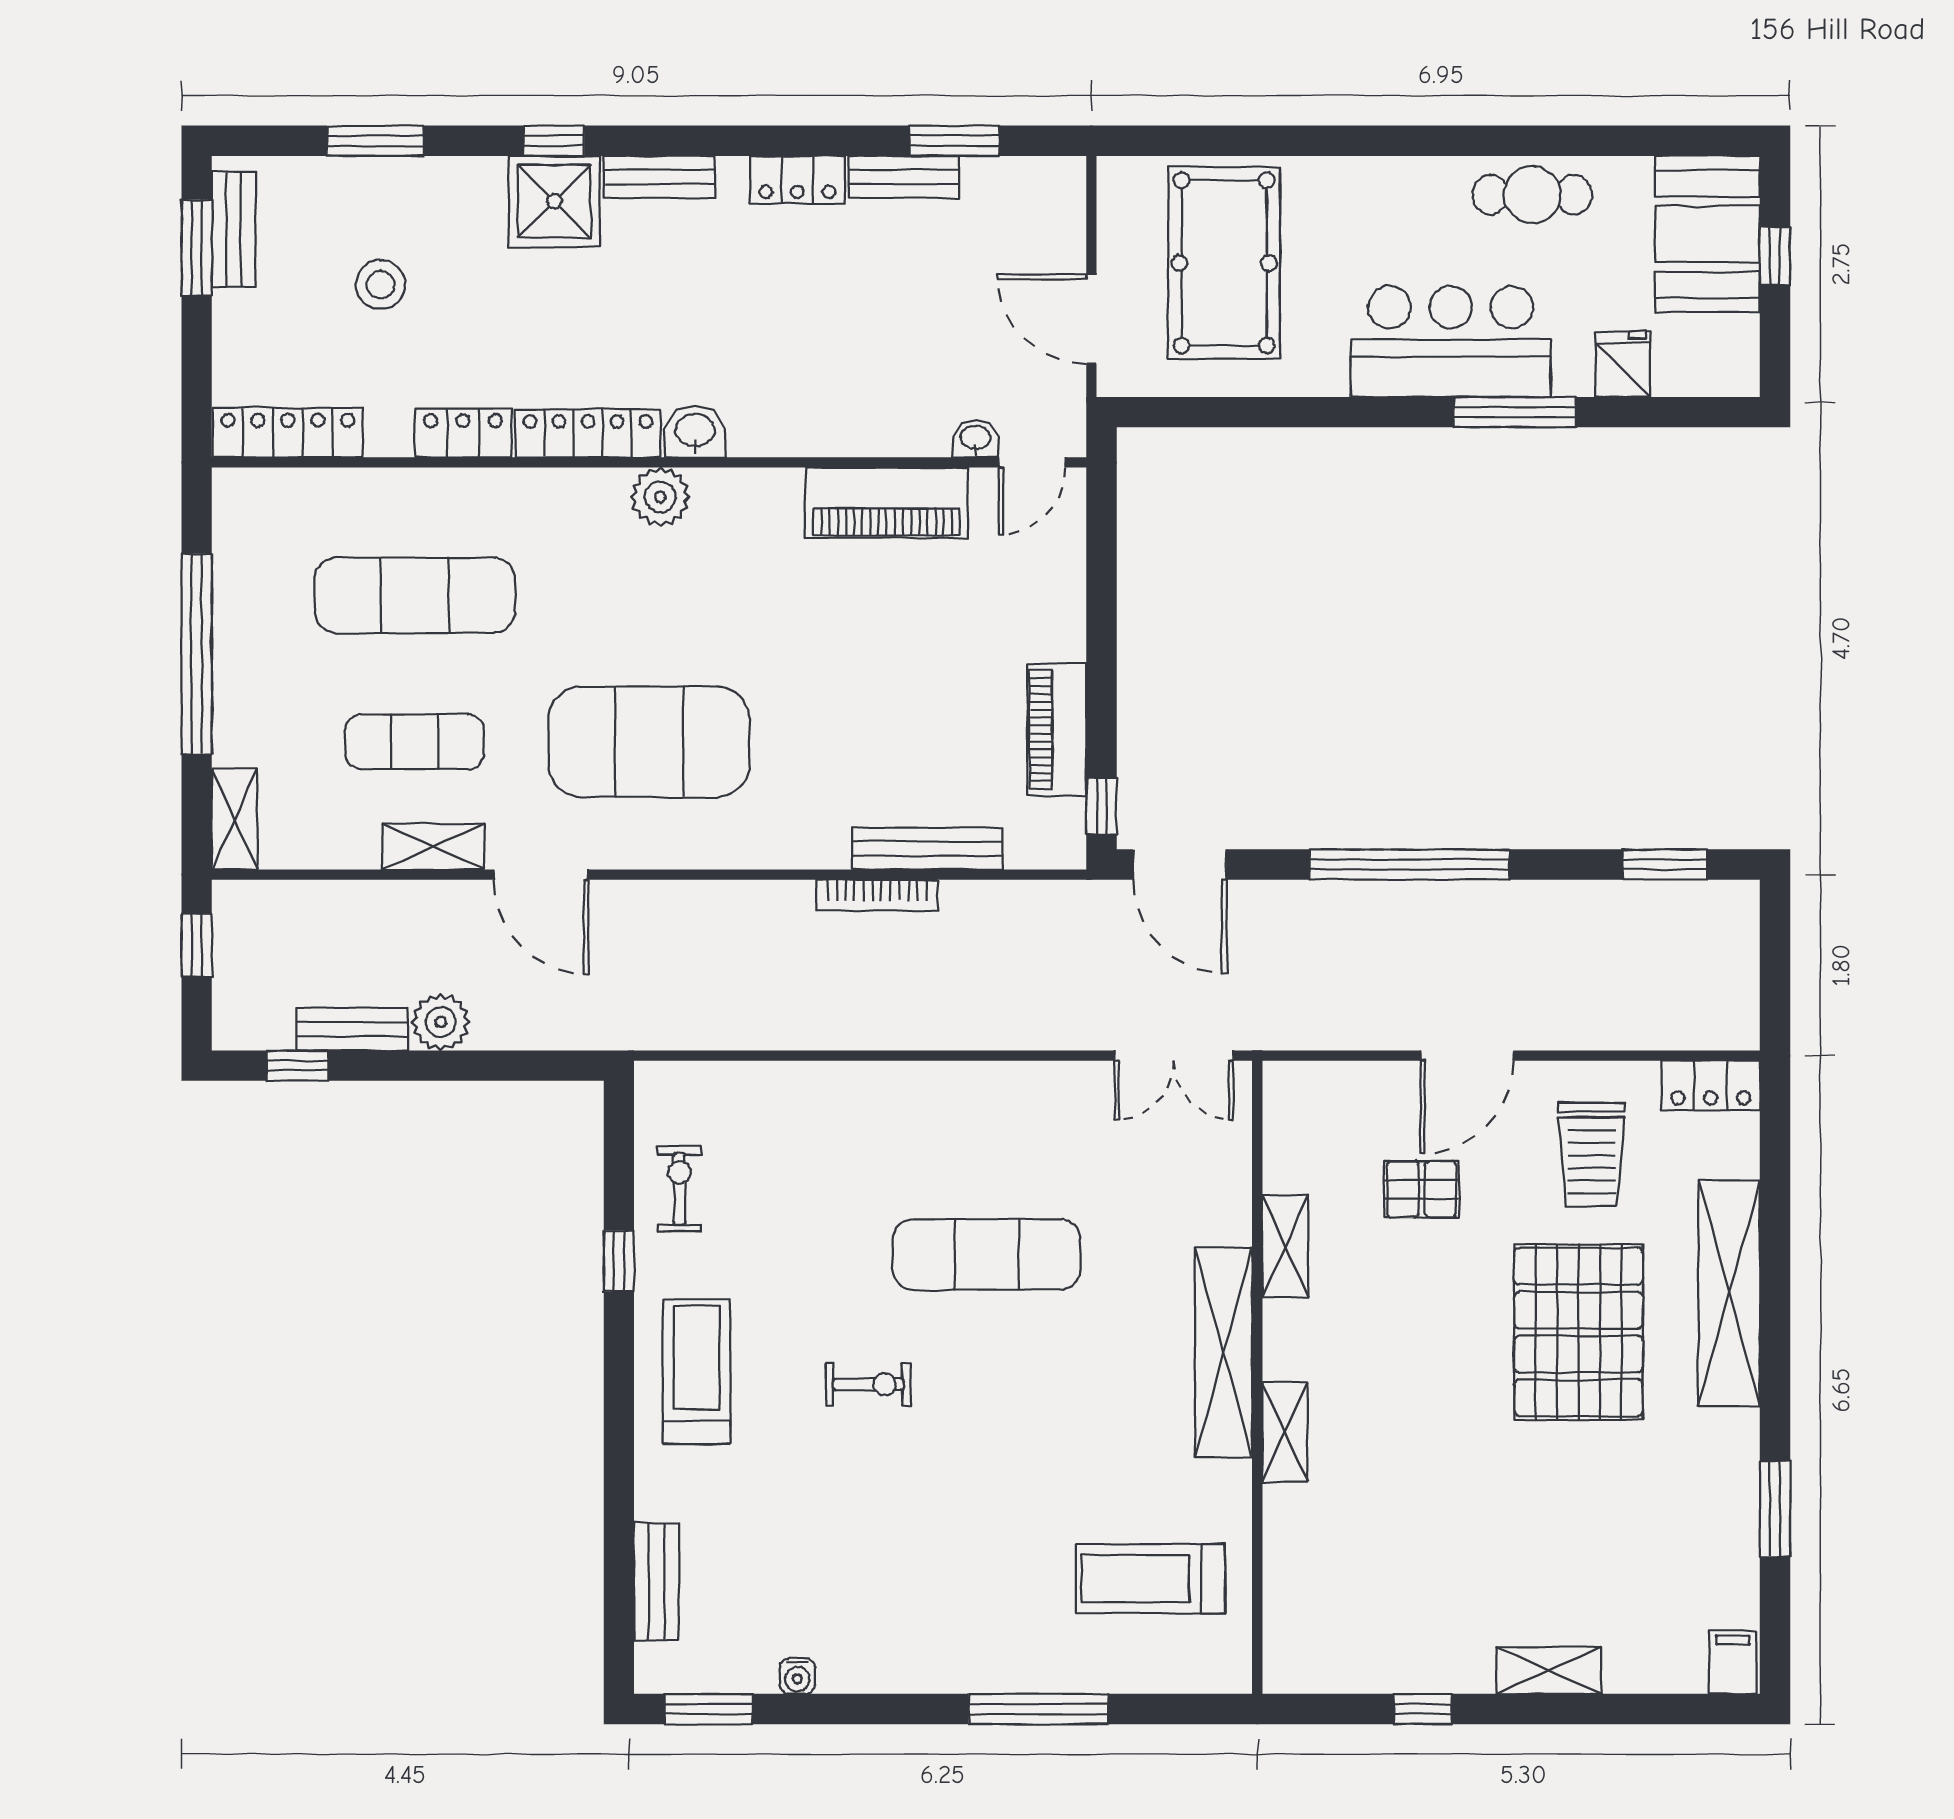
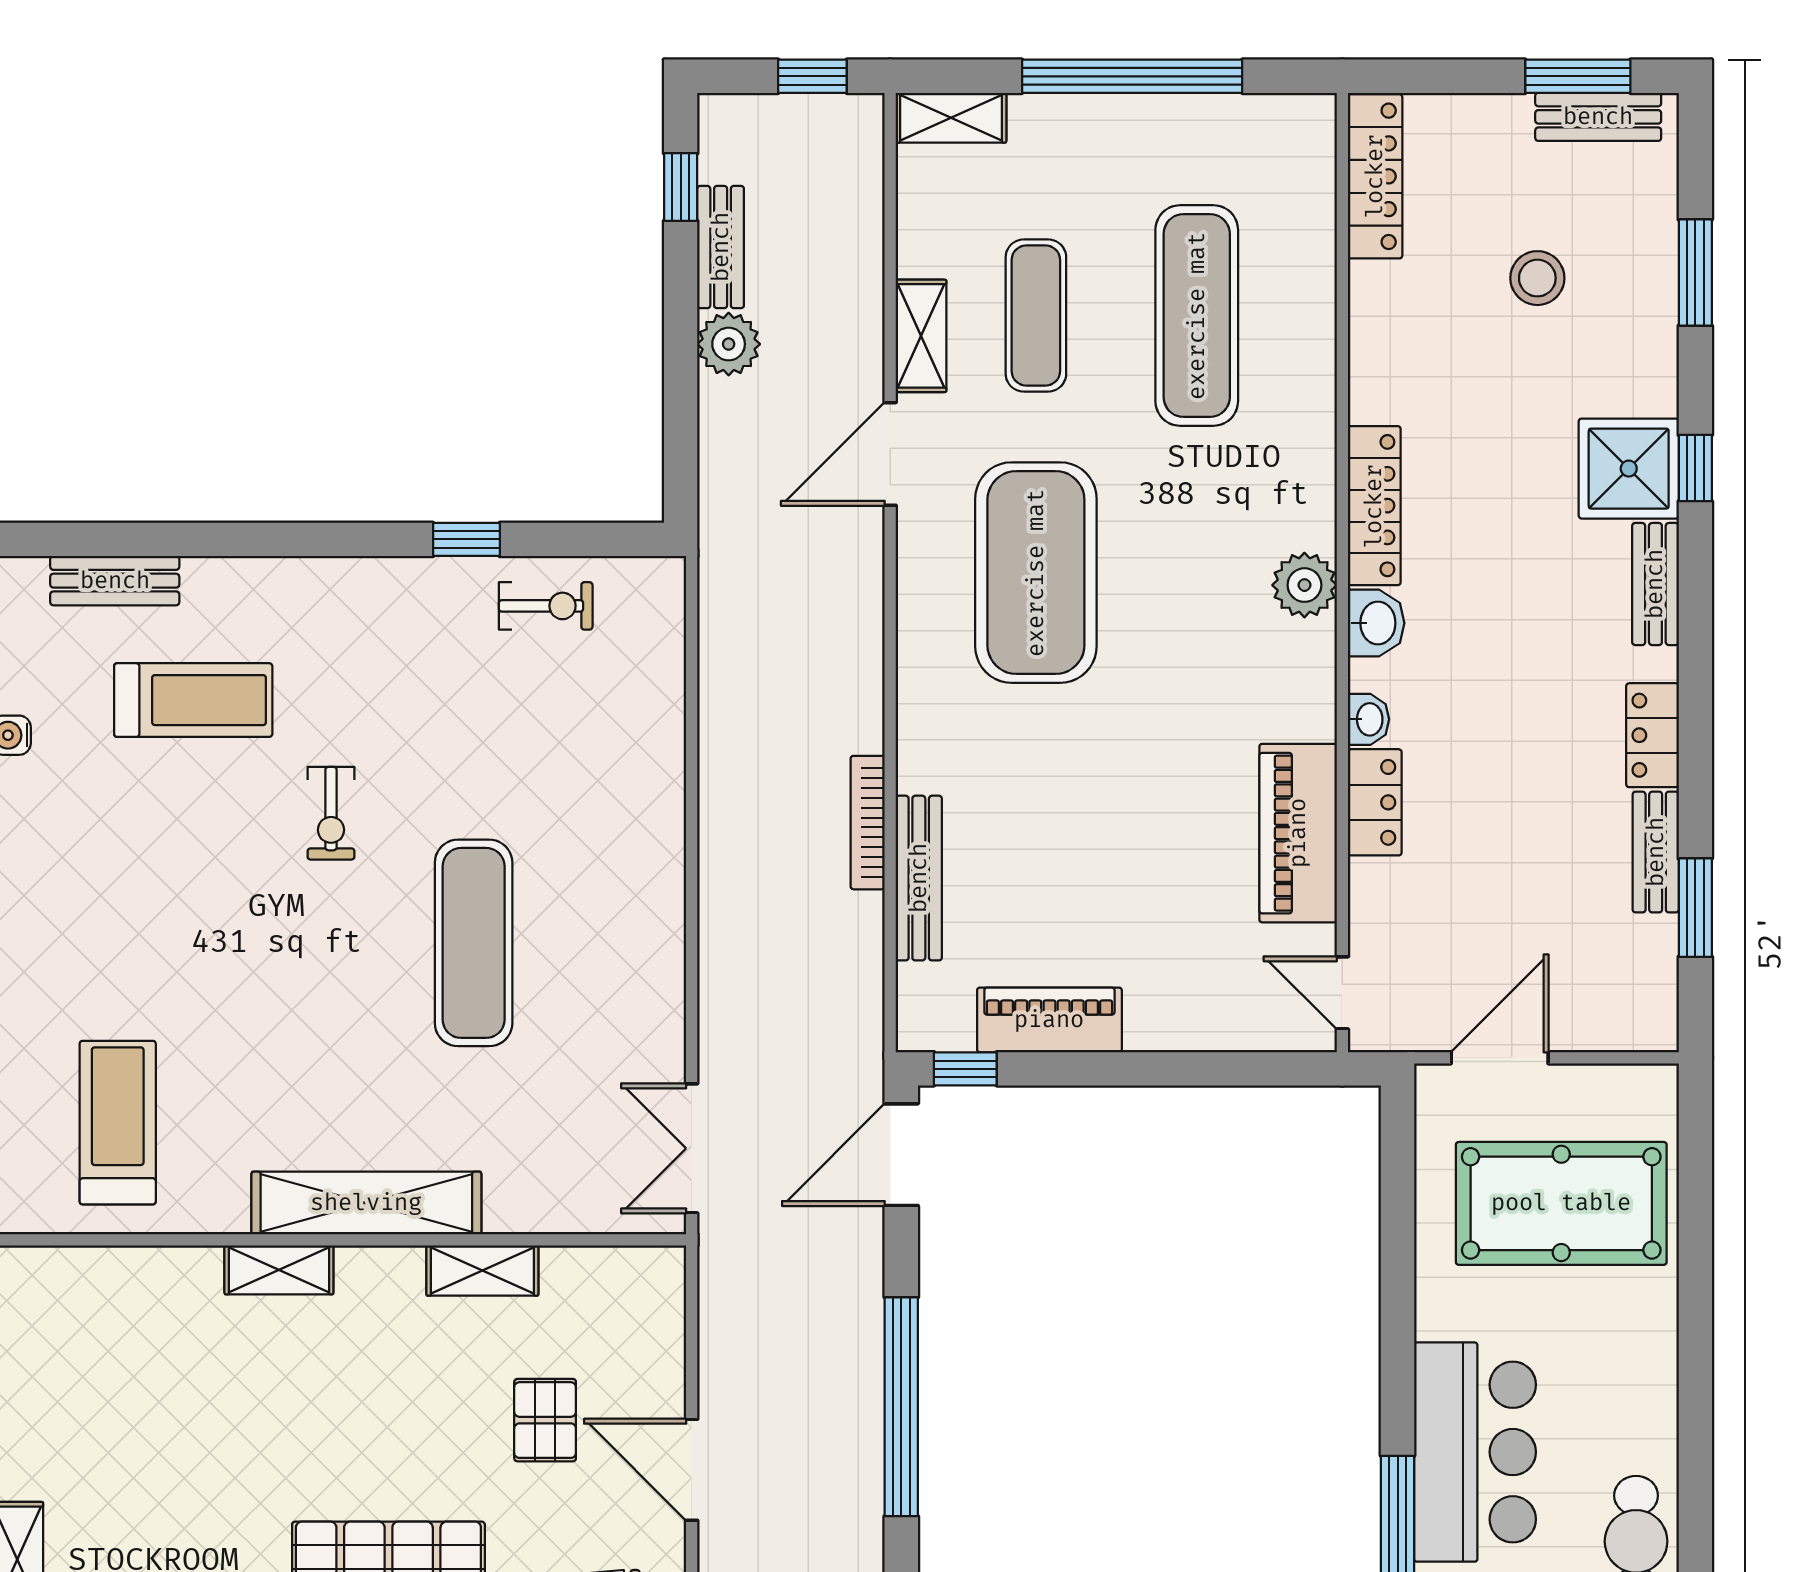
locker: (463, 433) -> (1375, 802), moved
washbasin: (976, 439) -> (1368, 719), moved
treadmill: (696, 1372) -> (193, 700), moved

